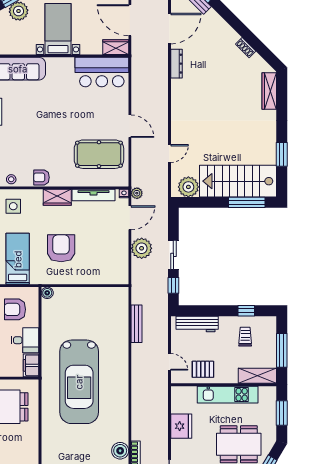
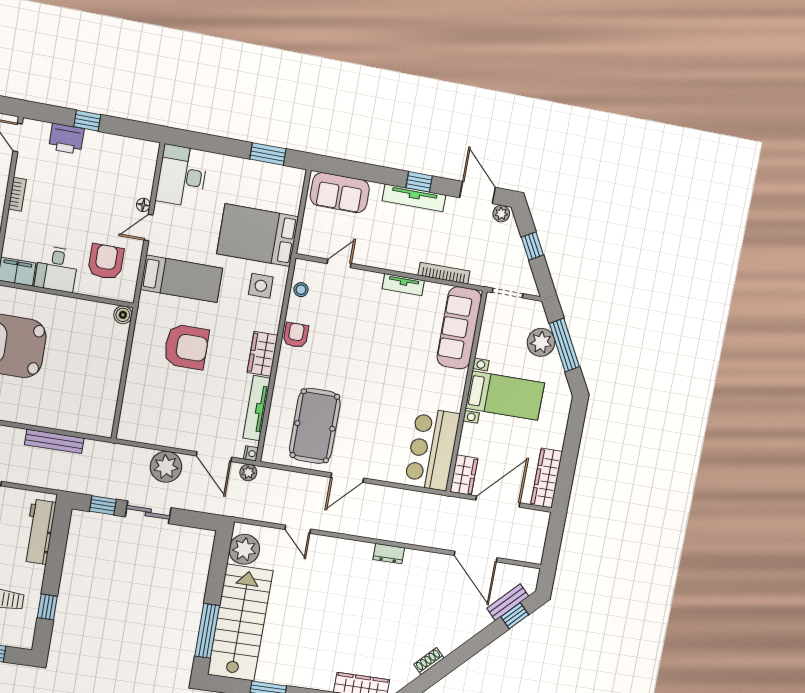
dresser: (176, 64) -> (389, 554), moved, width x0.70

